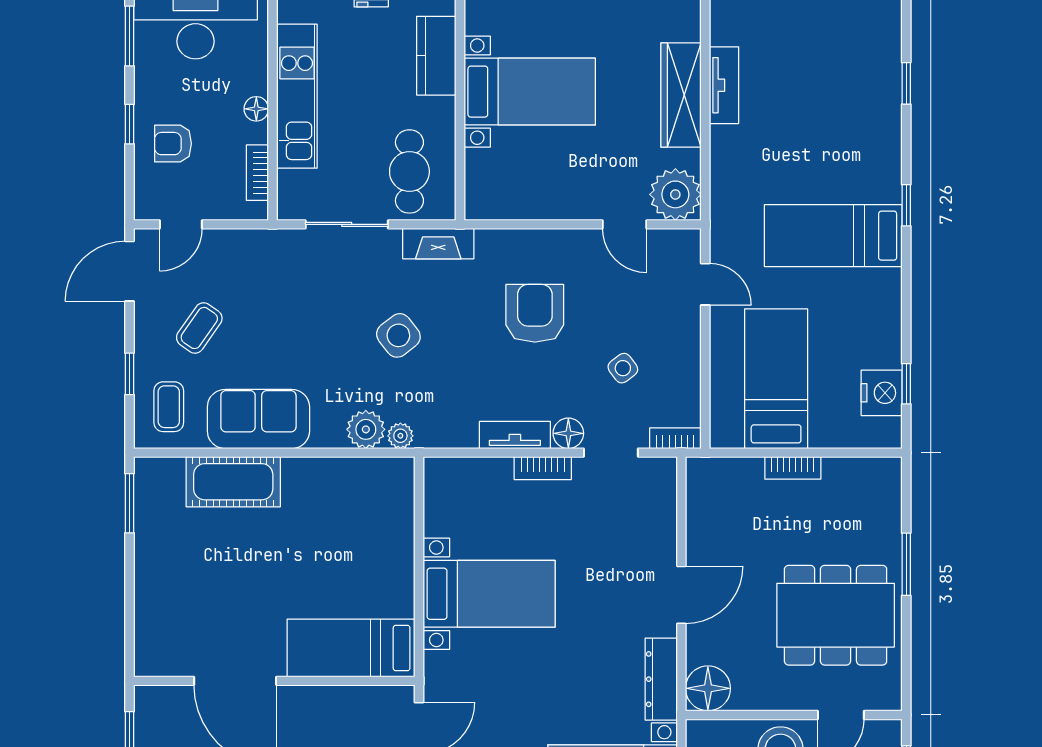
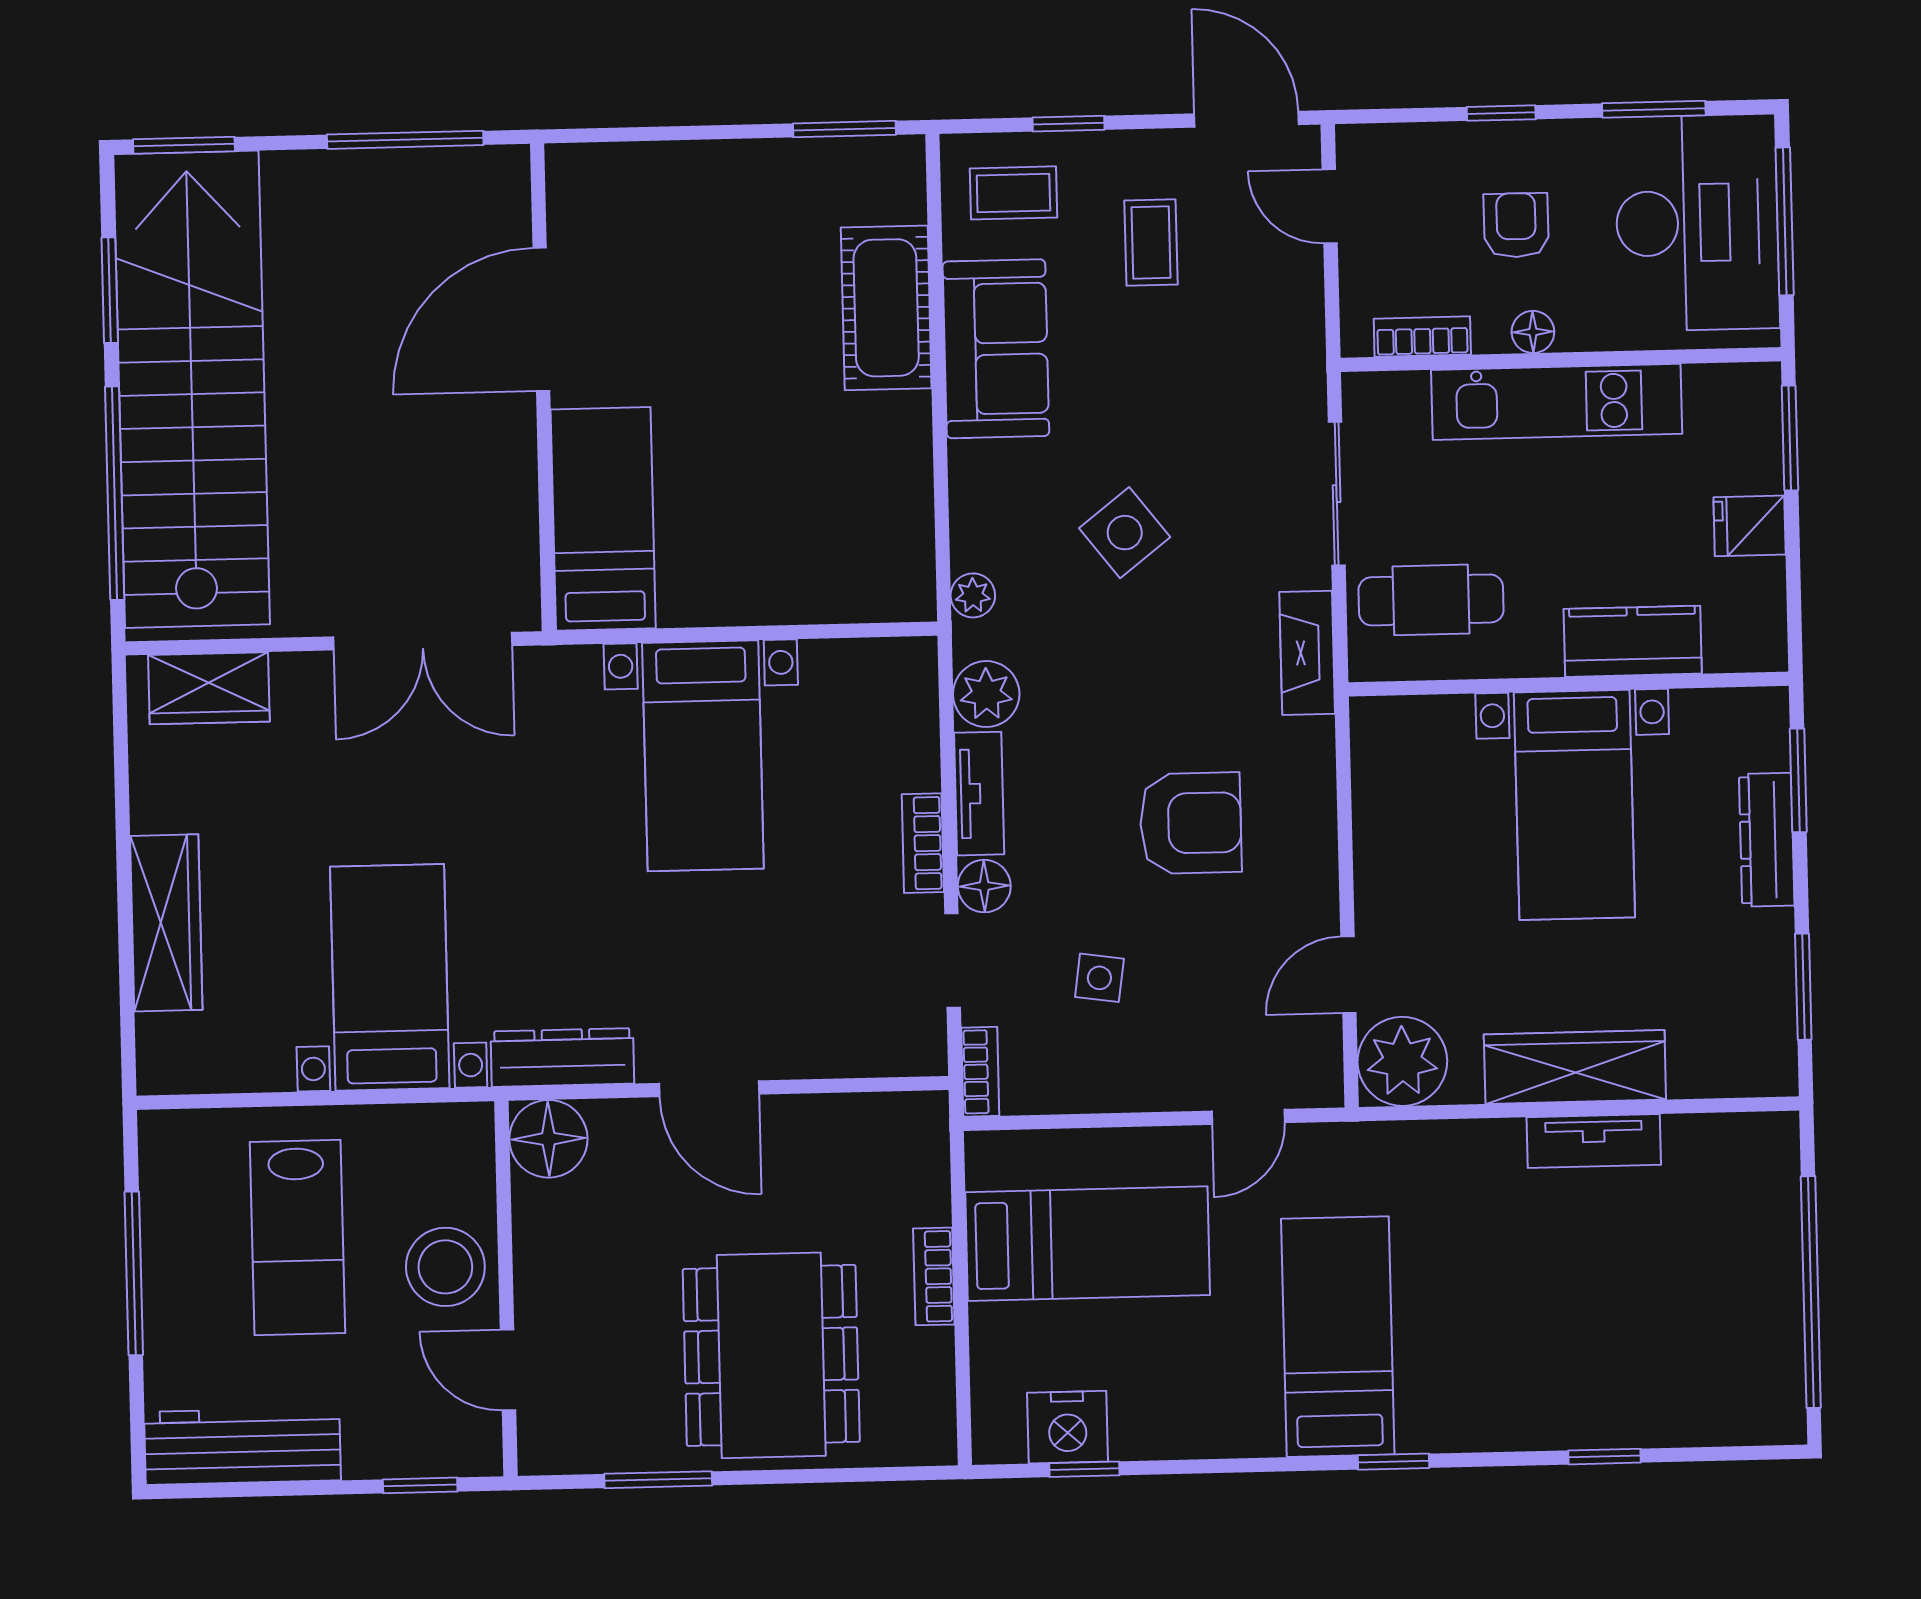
armchair: (173, 144) -> (1516, 225), moved
coffee table: (199, 328) -> (1151, 243), turned 55
side table: (398, 335) -> (1125, 533), moved
side table: (623, 368) -> (1099, 978), turned 45
plant: (366, 429) -> (986, 694), moved
window: (906, 564) -> (658, 1480), moved
dining table: (836, 615) -> (771, 1355), moved

